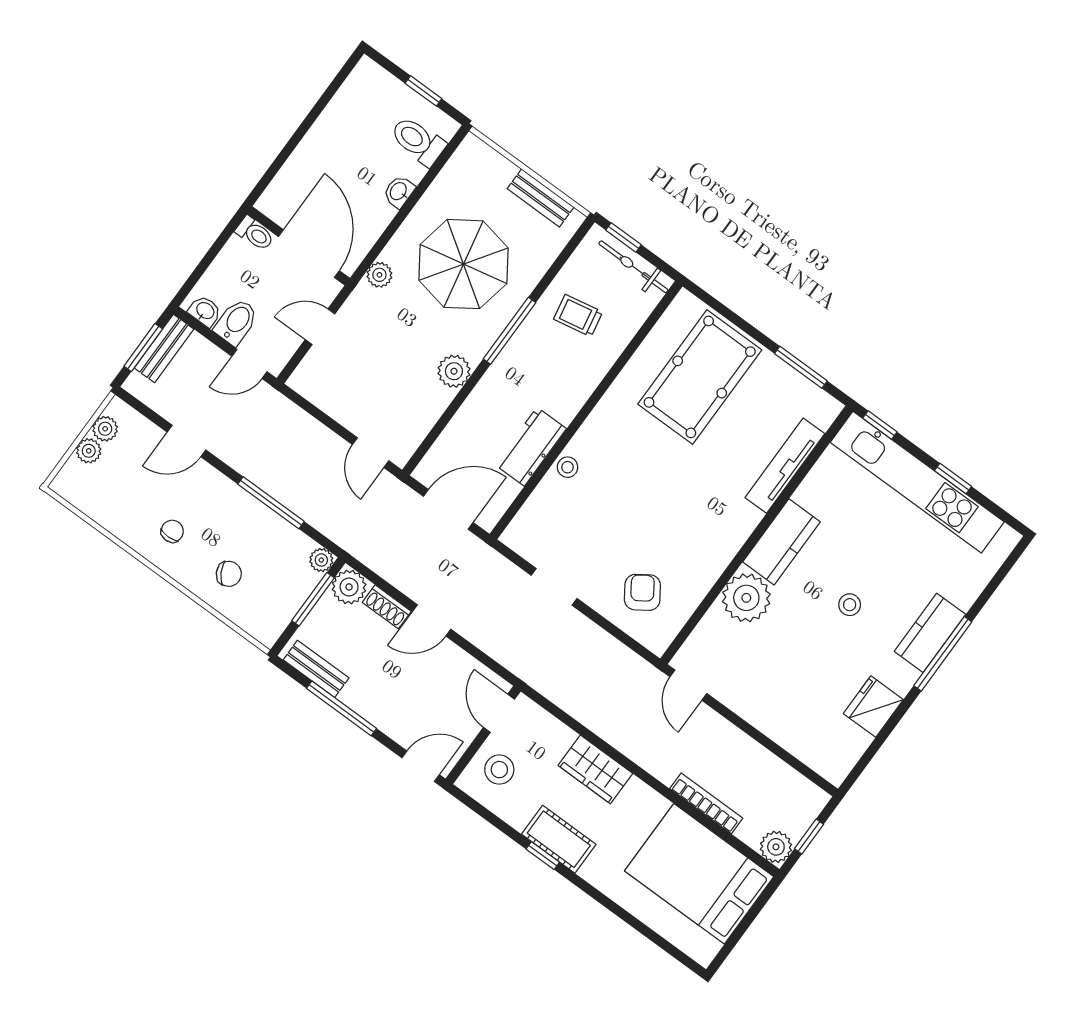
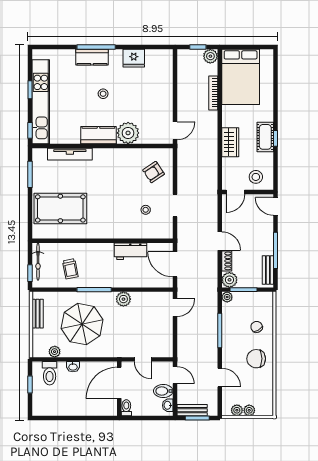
plant: (379, 275) -> (55, 352), moved
stool: (568, 467) -> (146, 210), moved
chair: (172, 531) -> (256, 359), width x1.87, depth x1.87

